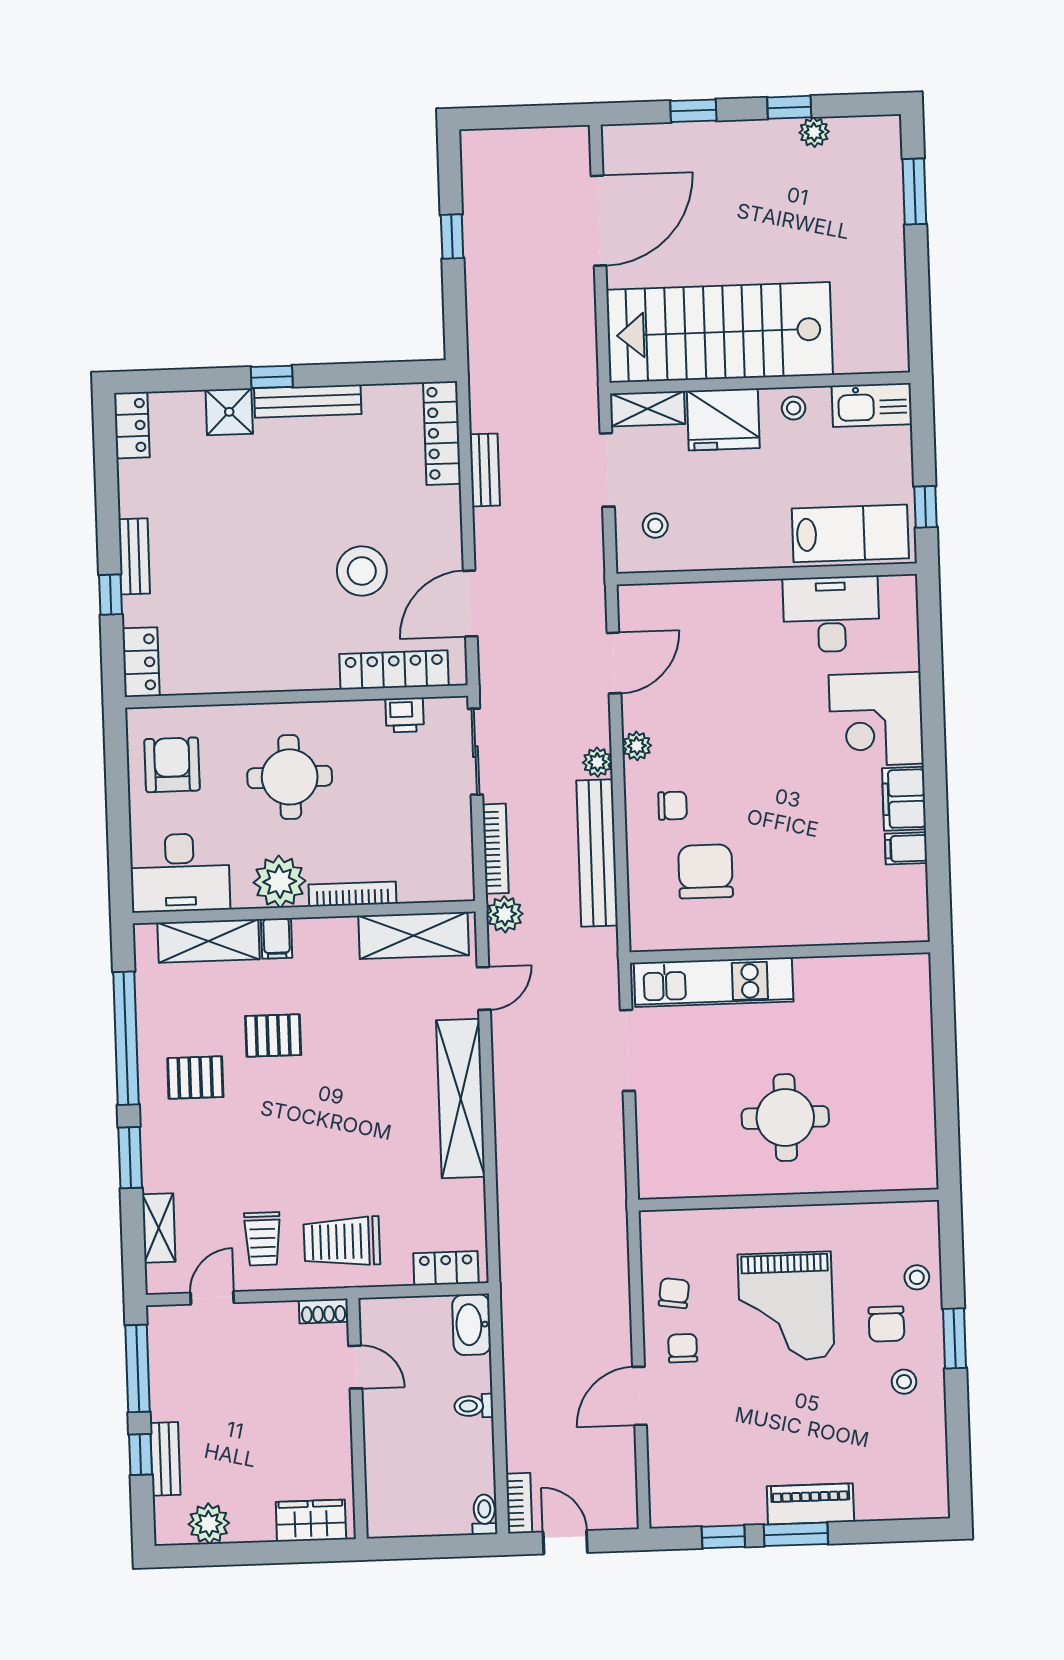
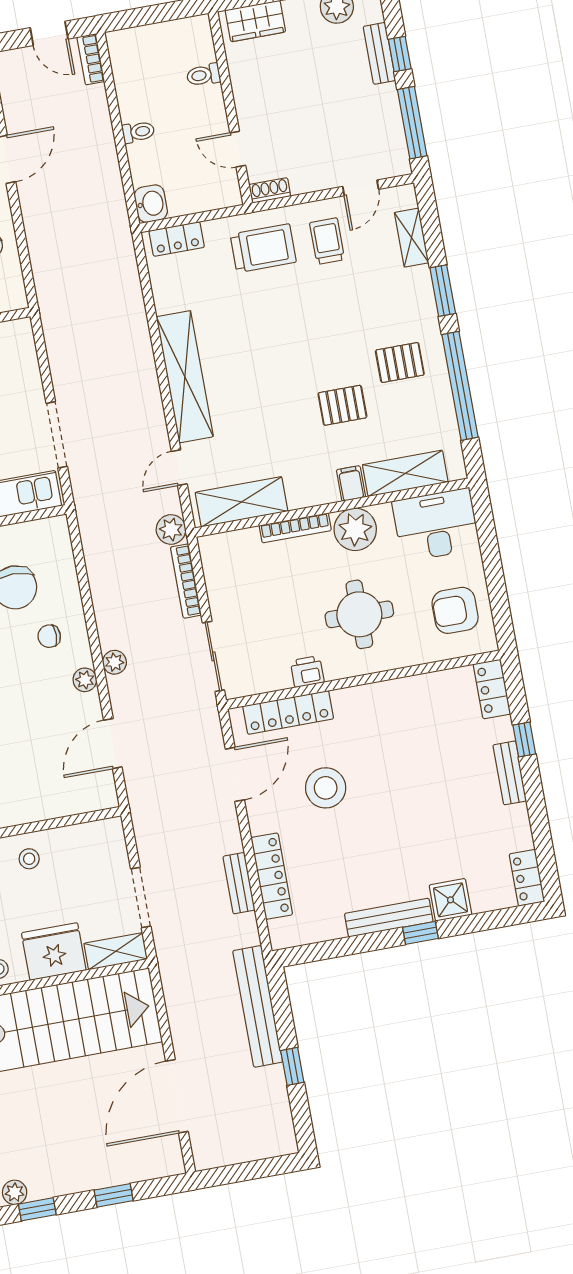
locker: (442, 433) -> (272, 876), moved
stool: (655, 526) -> (29, 859), moved
printer: (405, 715) -> (307, 672), moved
armchair: (172, 765) -> (455, 610), turned 90
bench: (597, 853) -> (258, 1006), moved
washbasin: (472, 1325) -> (151, 204), width x0.72
toilet: (484, 1514) -> (203, 75), moved, turned 90

